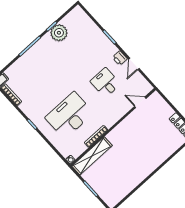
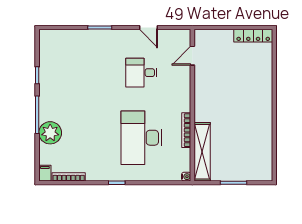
plant: (59, 33) -> (50, 133), moved
printer: (120, 58) -> (130, 36), removed

